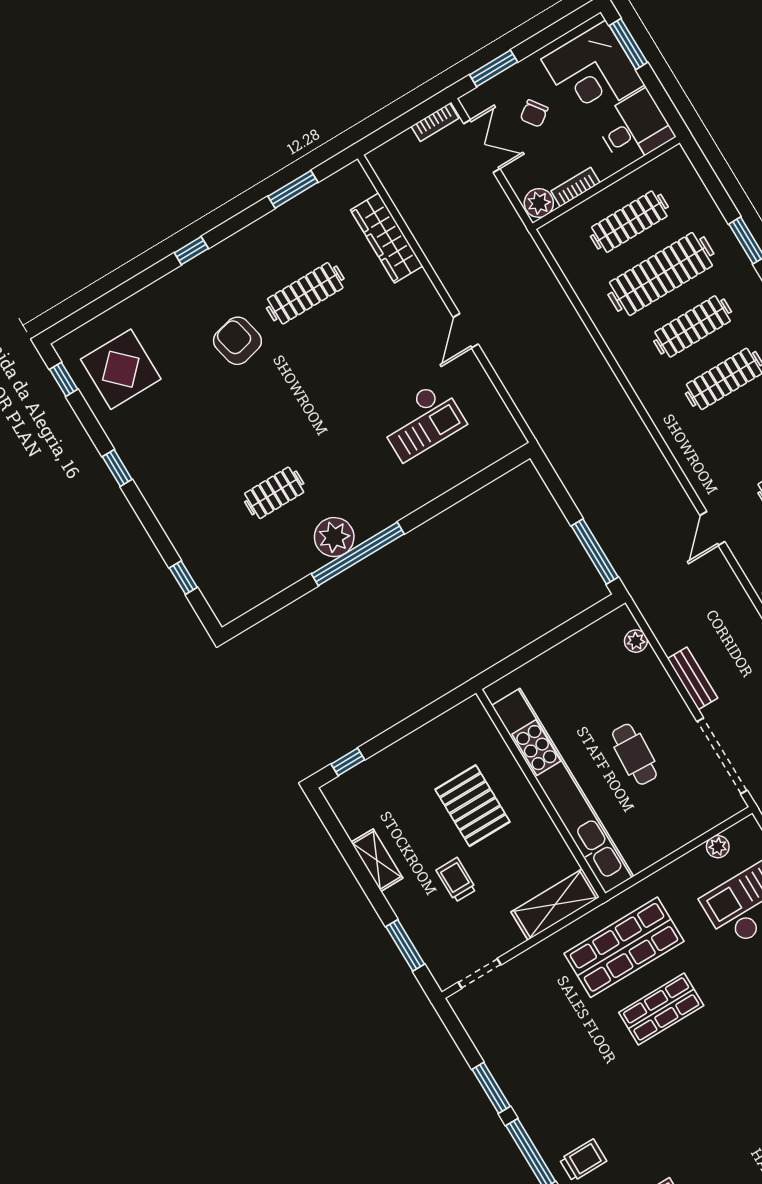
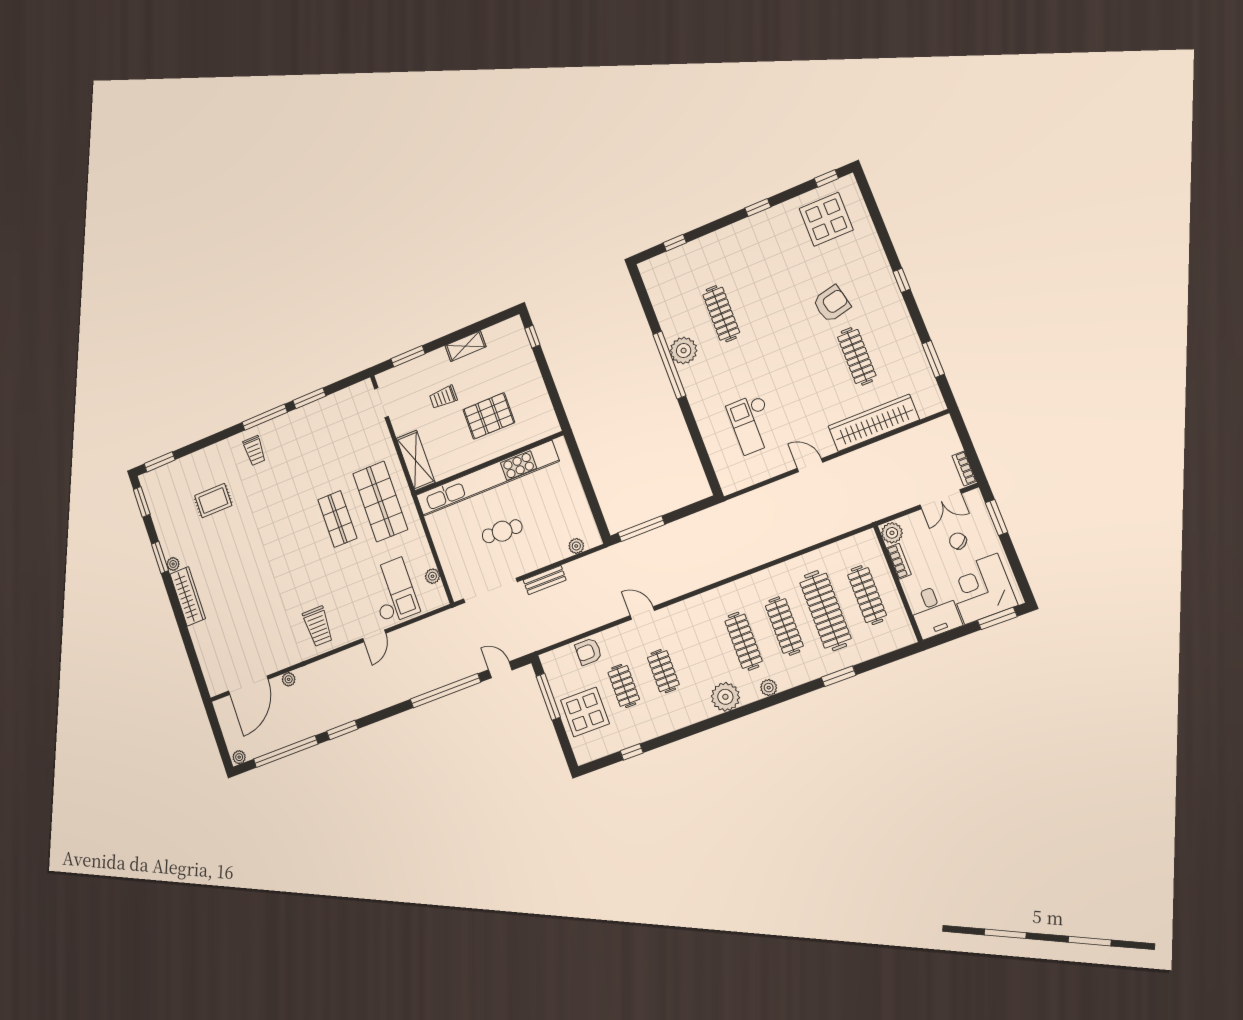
wardrobe: (387, 238) -> (874, 423), width x1.40, depth x1.17
clothes rail: (274, 493) -> (721, 314), width x1.36
trolley: (456, 880) -> (443, 397), turned 180

